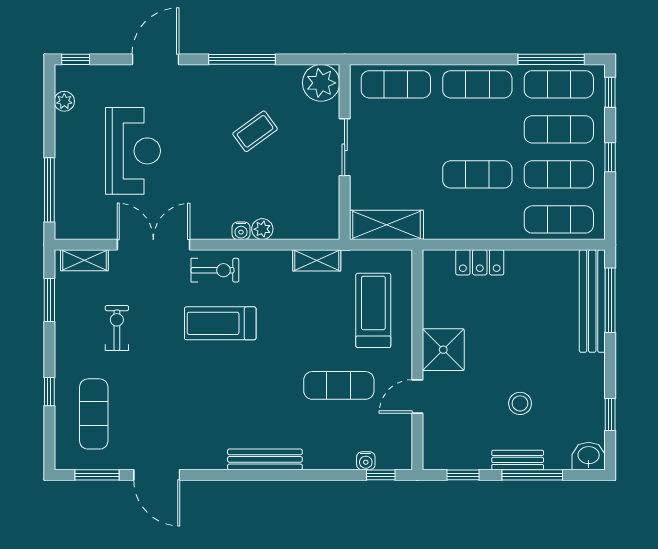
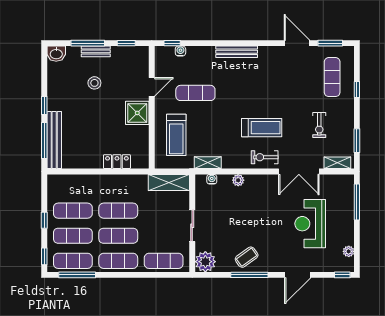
coffee table: (255, 131) -> (247, 257), moved
exercise mat: (559, 219) -> (118, 236), moved
water cooler: (241, 231) -> (212, 179), moved
window: (610, 415) -> (44, 106), moved

